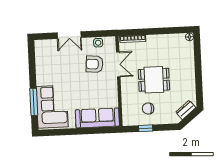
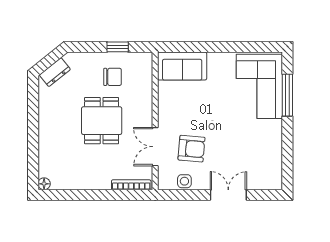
dining table: (154, 80) -> (102, 121), turned 90
sofa: (97, 118) -> (182, 66), width x0.73

